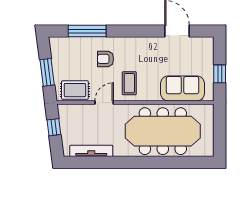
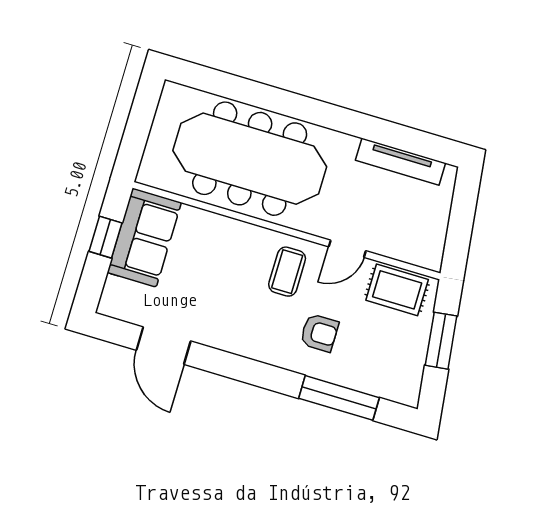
sofa: (183, 88) -> (144, 238), moved, turned -90
window: (54, 127) -> (460, 230), removed

